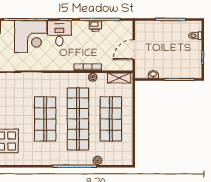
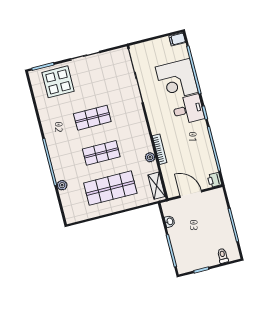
printer: (95, 26) -> (214, 180), moved
shop shelf: (45, 119) -> (92, 118), width x0.70, depth x0.74
shop shelf: (78, 119) -> (101, 153), width x0.50, depth x0.74

